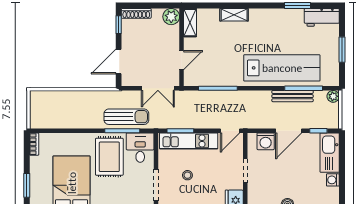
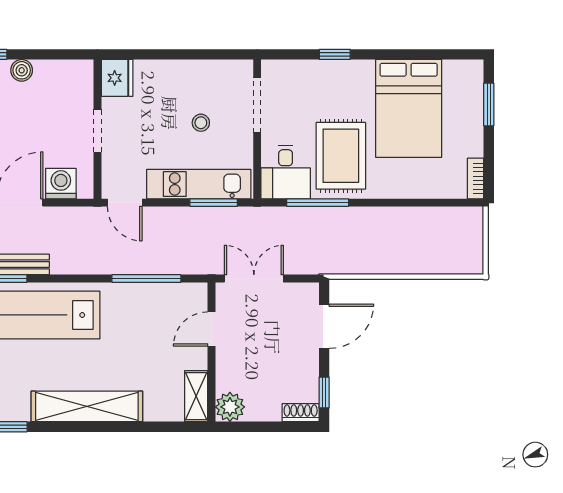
shoe rack: (136, 13) -> (301, 413), width x0.70
shelving: (234, 15) -> (87, 406), width x2.20, depth x1.33
sun lounger: (126, 117) -> (310, 228), removed
door: (230, 131) -> (125, 203), swing flipped

